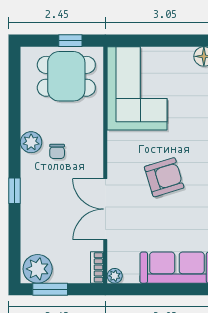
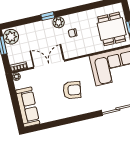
plant: (31, 142) -> (59, 22), moved
armchair: (164, 177) -> (72, 90), turned -65

